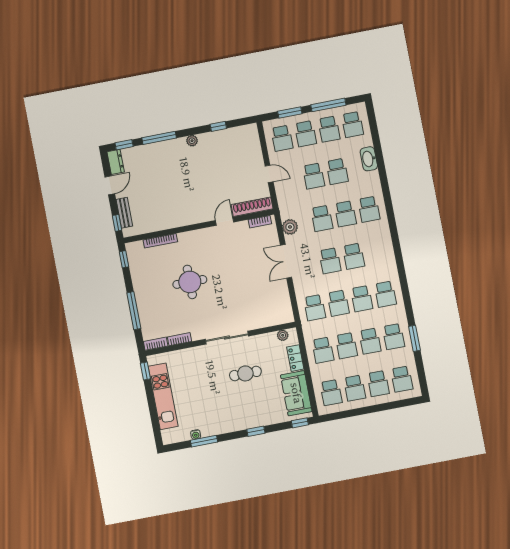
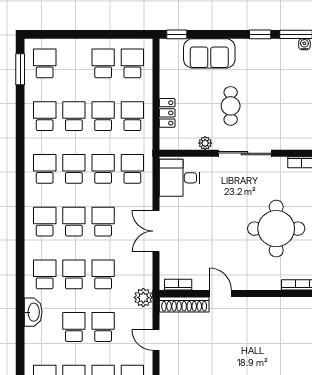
washbasin: (369, 159) -> (33, 312), moved
door: (225, 221) -> (221, 293), swing flipped
plant: (290, 227) -> (143, 298), moved
double door: (286, 261) -> (156, 231), swing flipped
round table: (190, 282) -> (276, 229), width x1.36, depth x1.36
desk: (275, 308) -> (180, 178), added
plant: (283, 335) -> (205, 143), moved
window: (414, 338) -> (20, 69), moved
cafe table: (245, 373) -> (231, 106), turned 90
school desk: (378, 384) -> (45, 222), moved
sofa: (296, 393) -> (209, 53), moved, turned 90
window: (256, 431) -> (260, 34), moved

